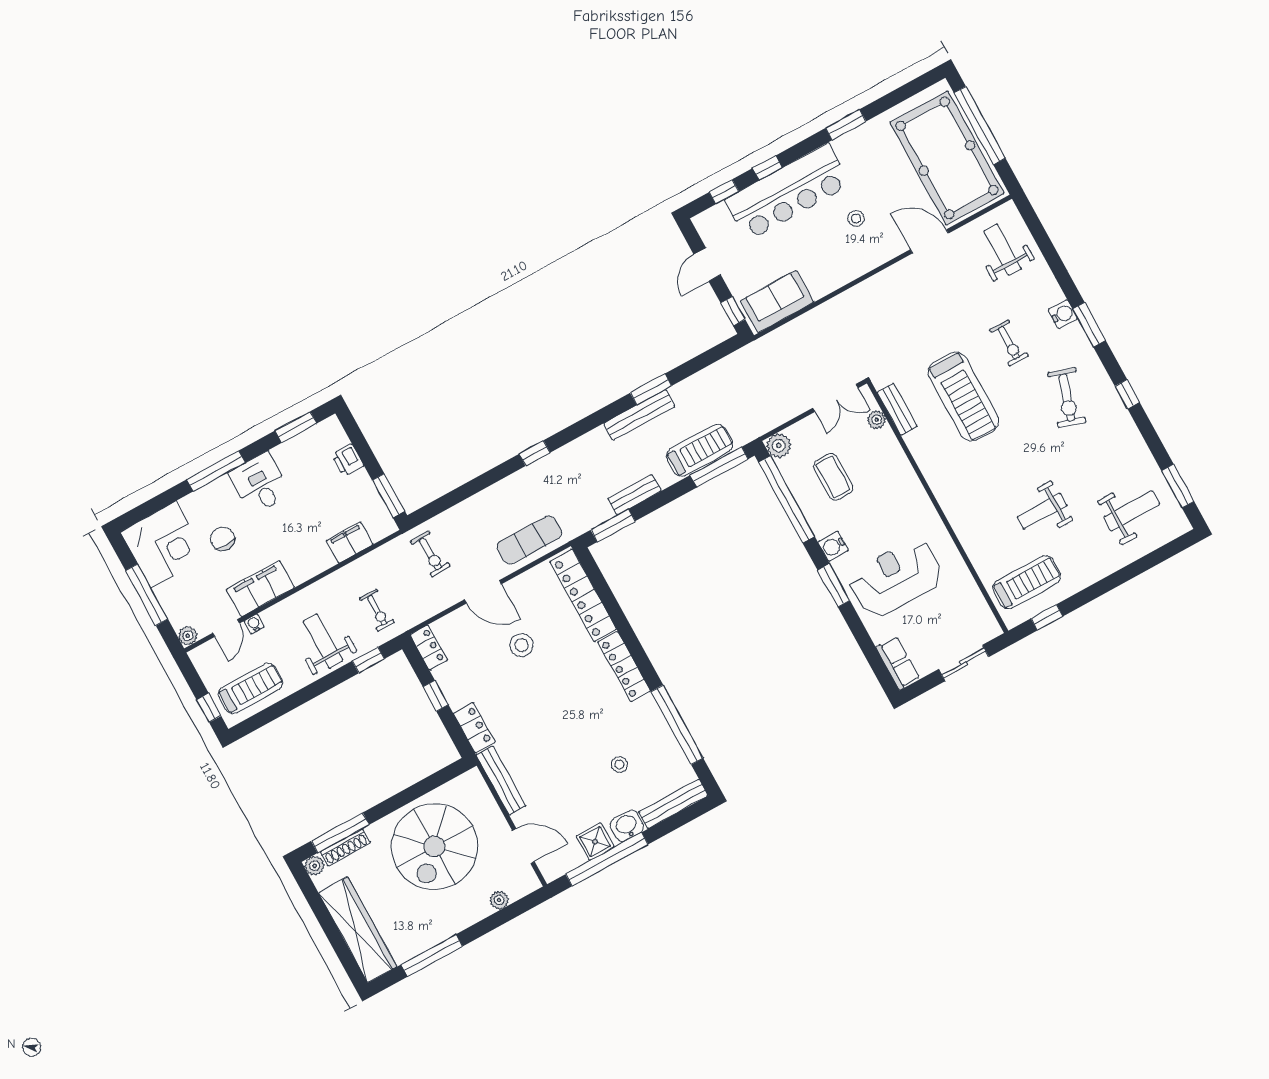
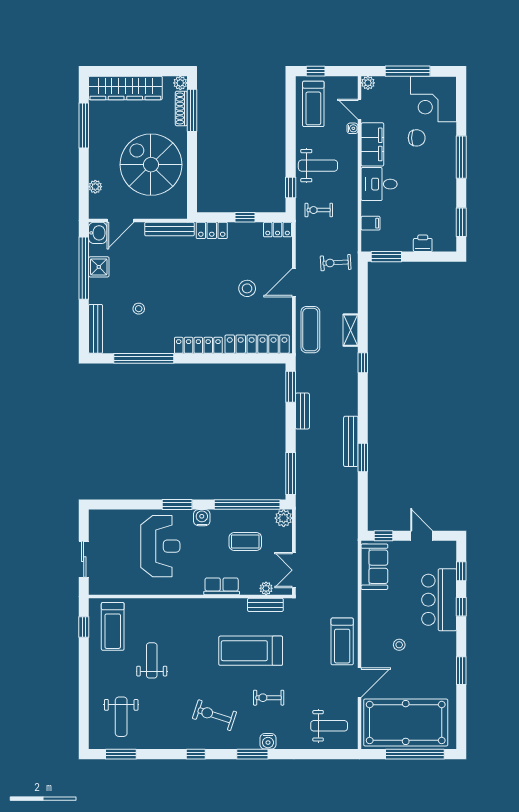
bar counter: (788, 192) -> (439, 600), width x0.73
treadmill: (700, 450) -> (342, 641), moved
desk: (260, 483) -> (379, 184), moved, turned 180
shelving: (503, 490) -> (351, 330), added
filing cabinet: (350, 542) -> (371, 223), width x0.50
row of seats: (898, 663) -> (222, 586), moved, turned 180
washbasin: (627, 826) -> (98, 233), moved

